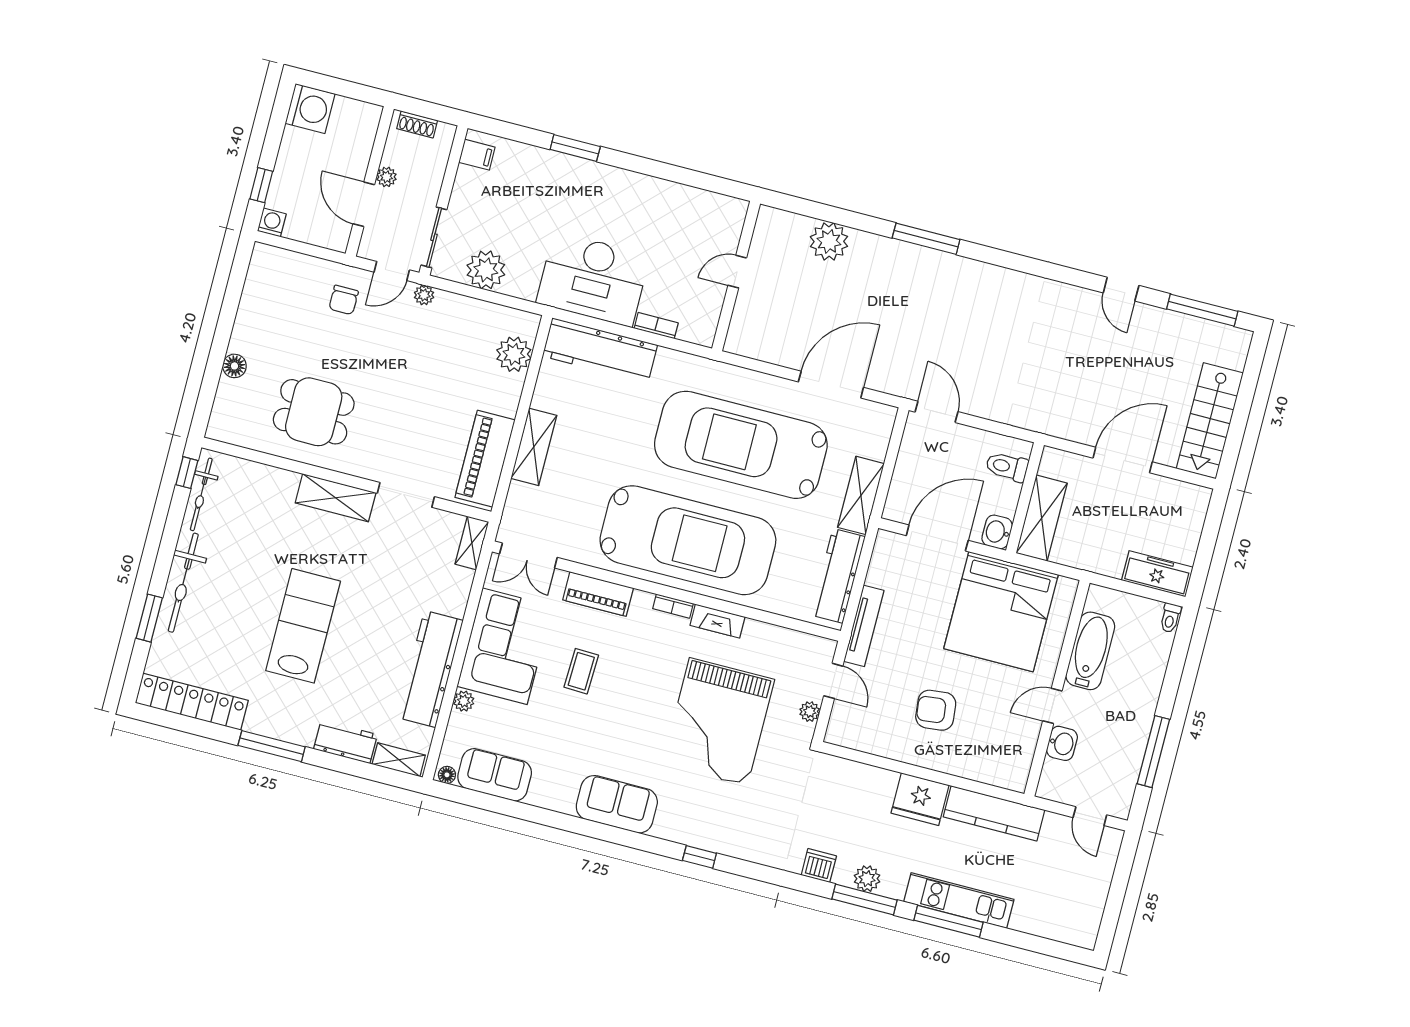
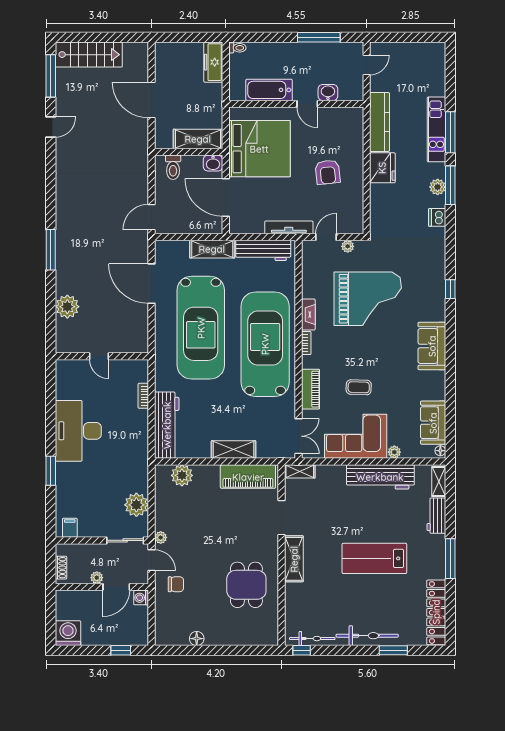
washing machine: (272, 222) -> (141, 598), moved
desk: (593, 279) -> (78, 431), moved, turned 180
floor lamp: (234, 366) -> (197, 639), moved
stairs: (1210, 421) -> (89, 55), moved

